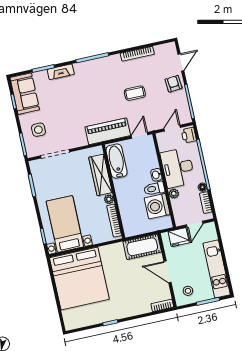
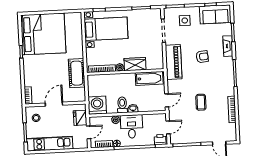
armchair: (173, 84) -> (202, 57), moved
door: (172, 128) -> (168, 127), hinge flipped
piano: (108, 131) -> (174, 62), moved
door: (140, 135) -> (167, 100), hinge flipped
desk: (178, 168) -> (132, 127), width x0.73
wardrobe: (100, 175) -> (135, 64), width x0.67
washing machine: (157, 206) -> (97, 105), moved
door: (195, 224) -> (88, 132), swing flipped
cot: (142, 247) -> (77, 73), moved
bed: (79, 278) -> (43, 34), moved, turned 180

